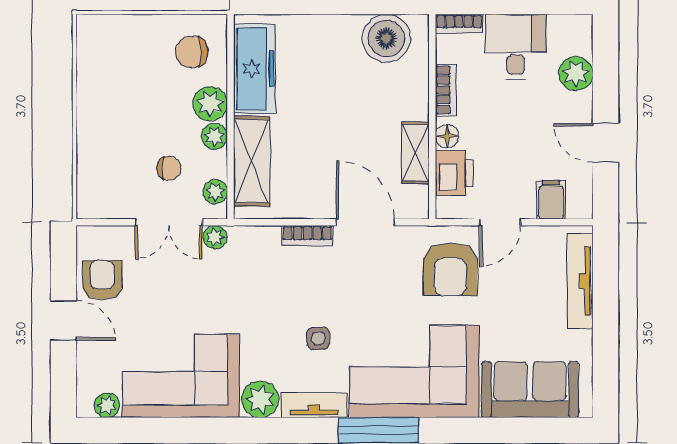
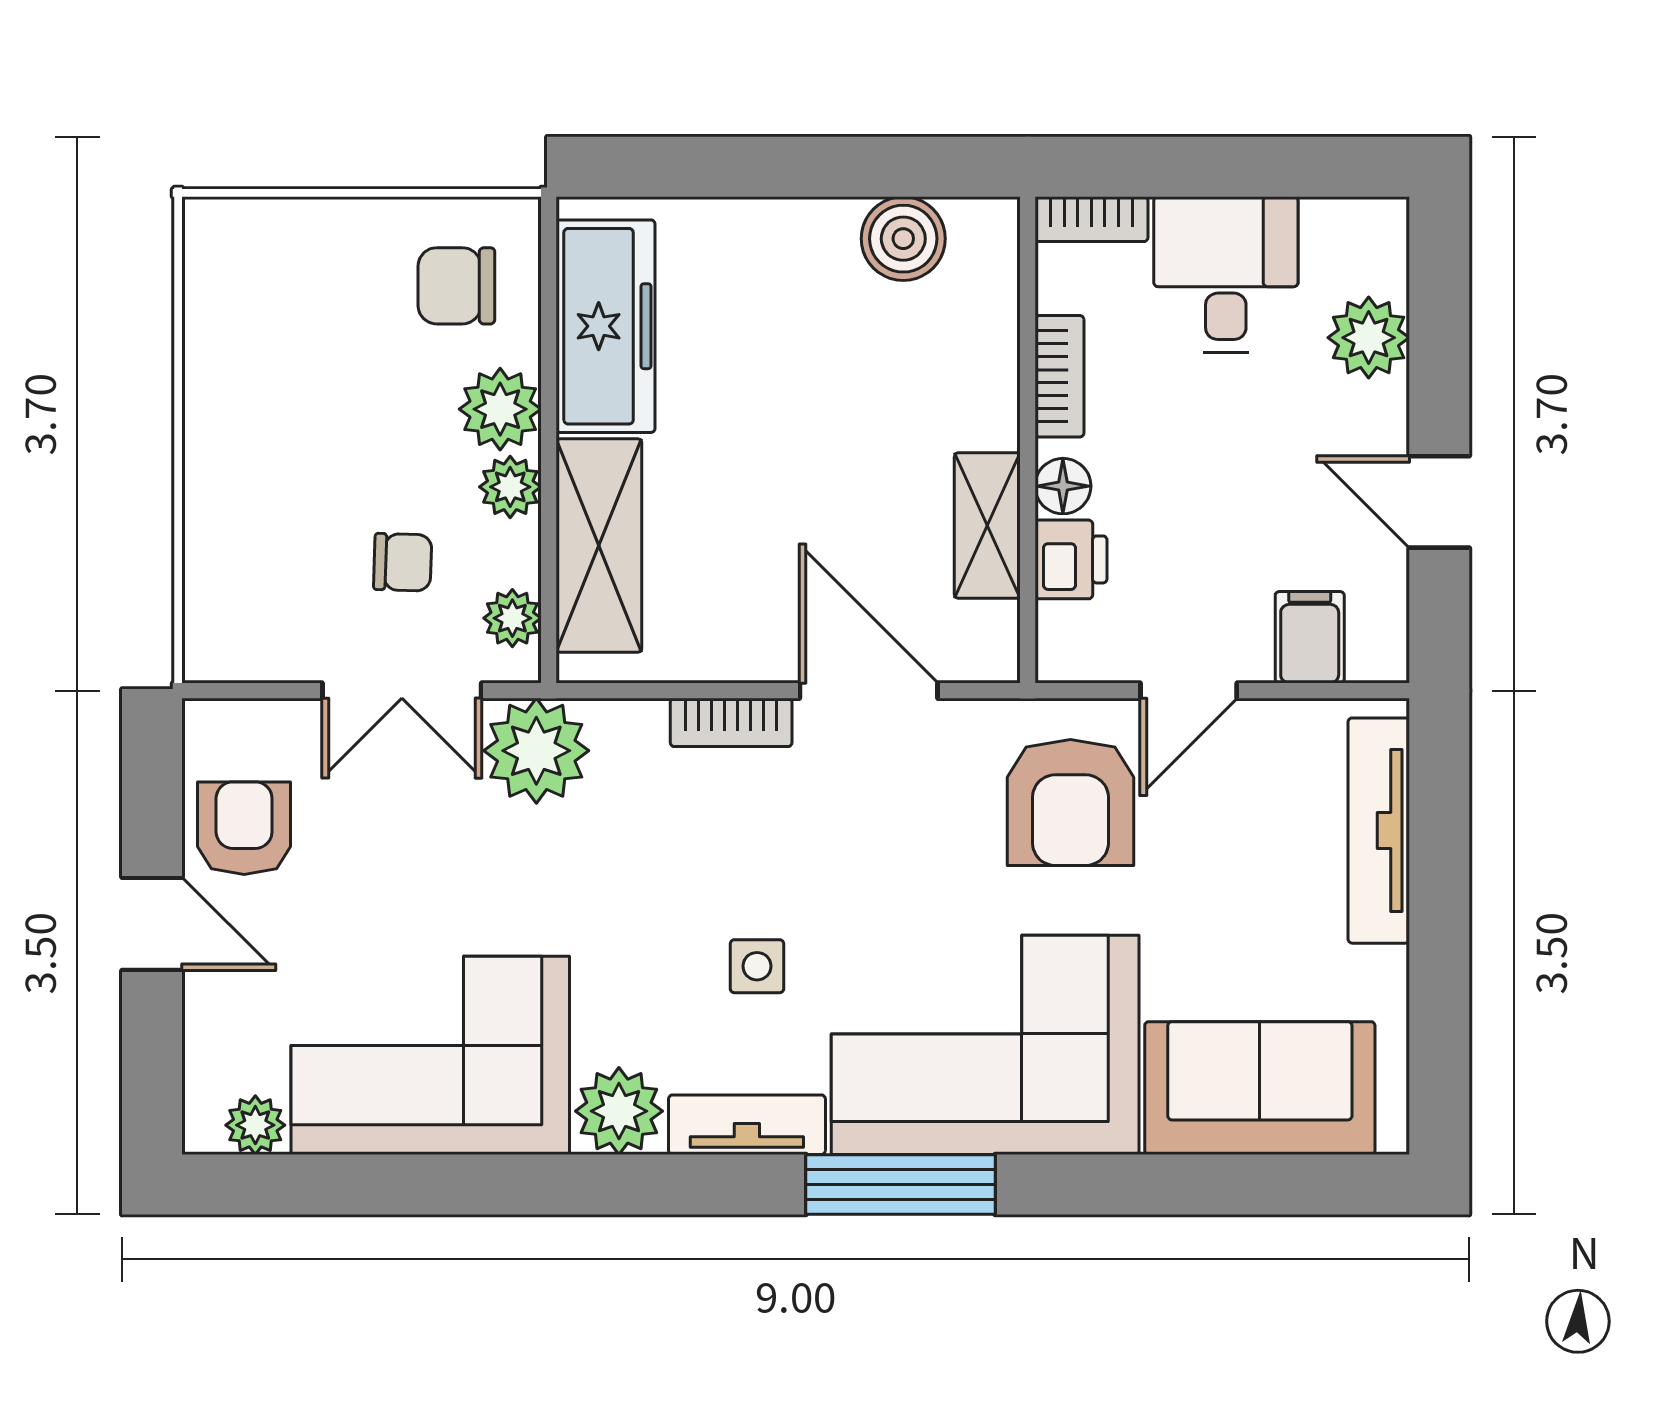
boiler: (386, 38) -> (903, 239), width x0.73, depth x0.73
printer: (454, 173) -> (1071, 559), width x0.73, depth x0.81
plant: (215, 237) -> (536, 751), width x1.88, depth x1.88

